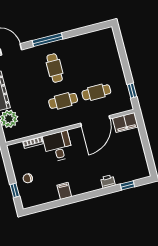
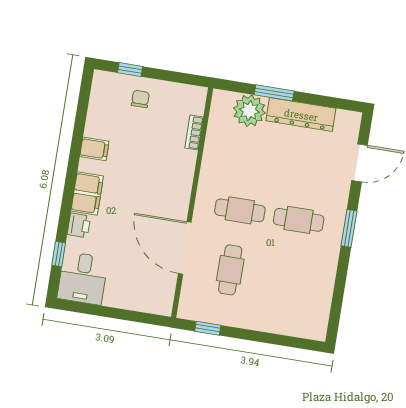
window: (47, 40) -> (349, 228), width x0.69
cafe table: (63, 101) -> (240, 210), turned 90
filing cabinet: (125, 123) -> (87, 194), moved, turned 180
desk: (58, 146) -> (83, 278), moved, turned 90

